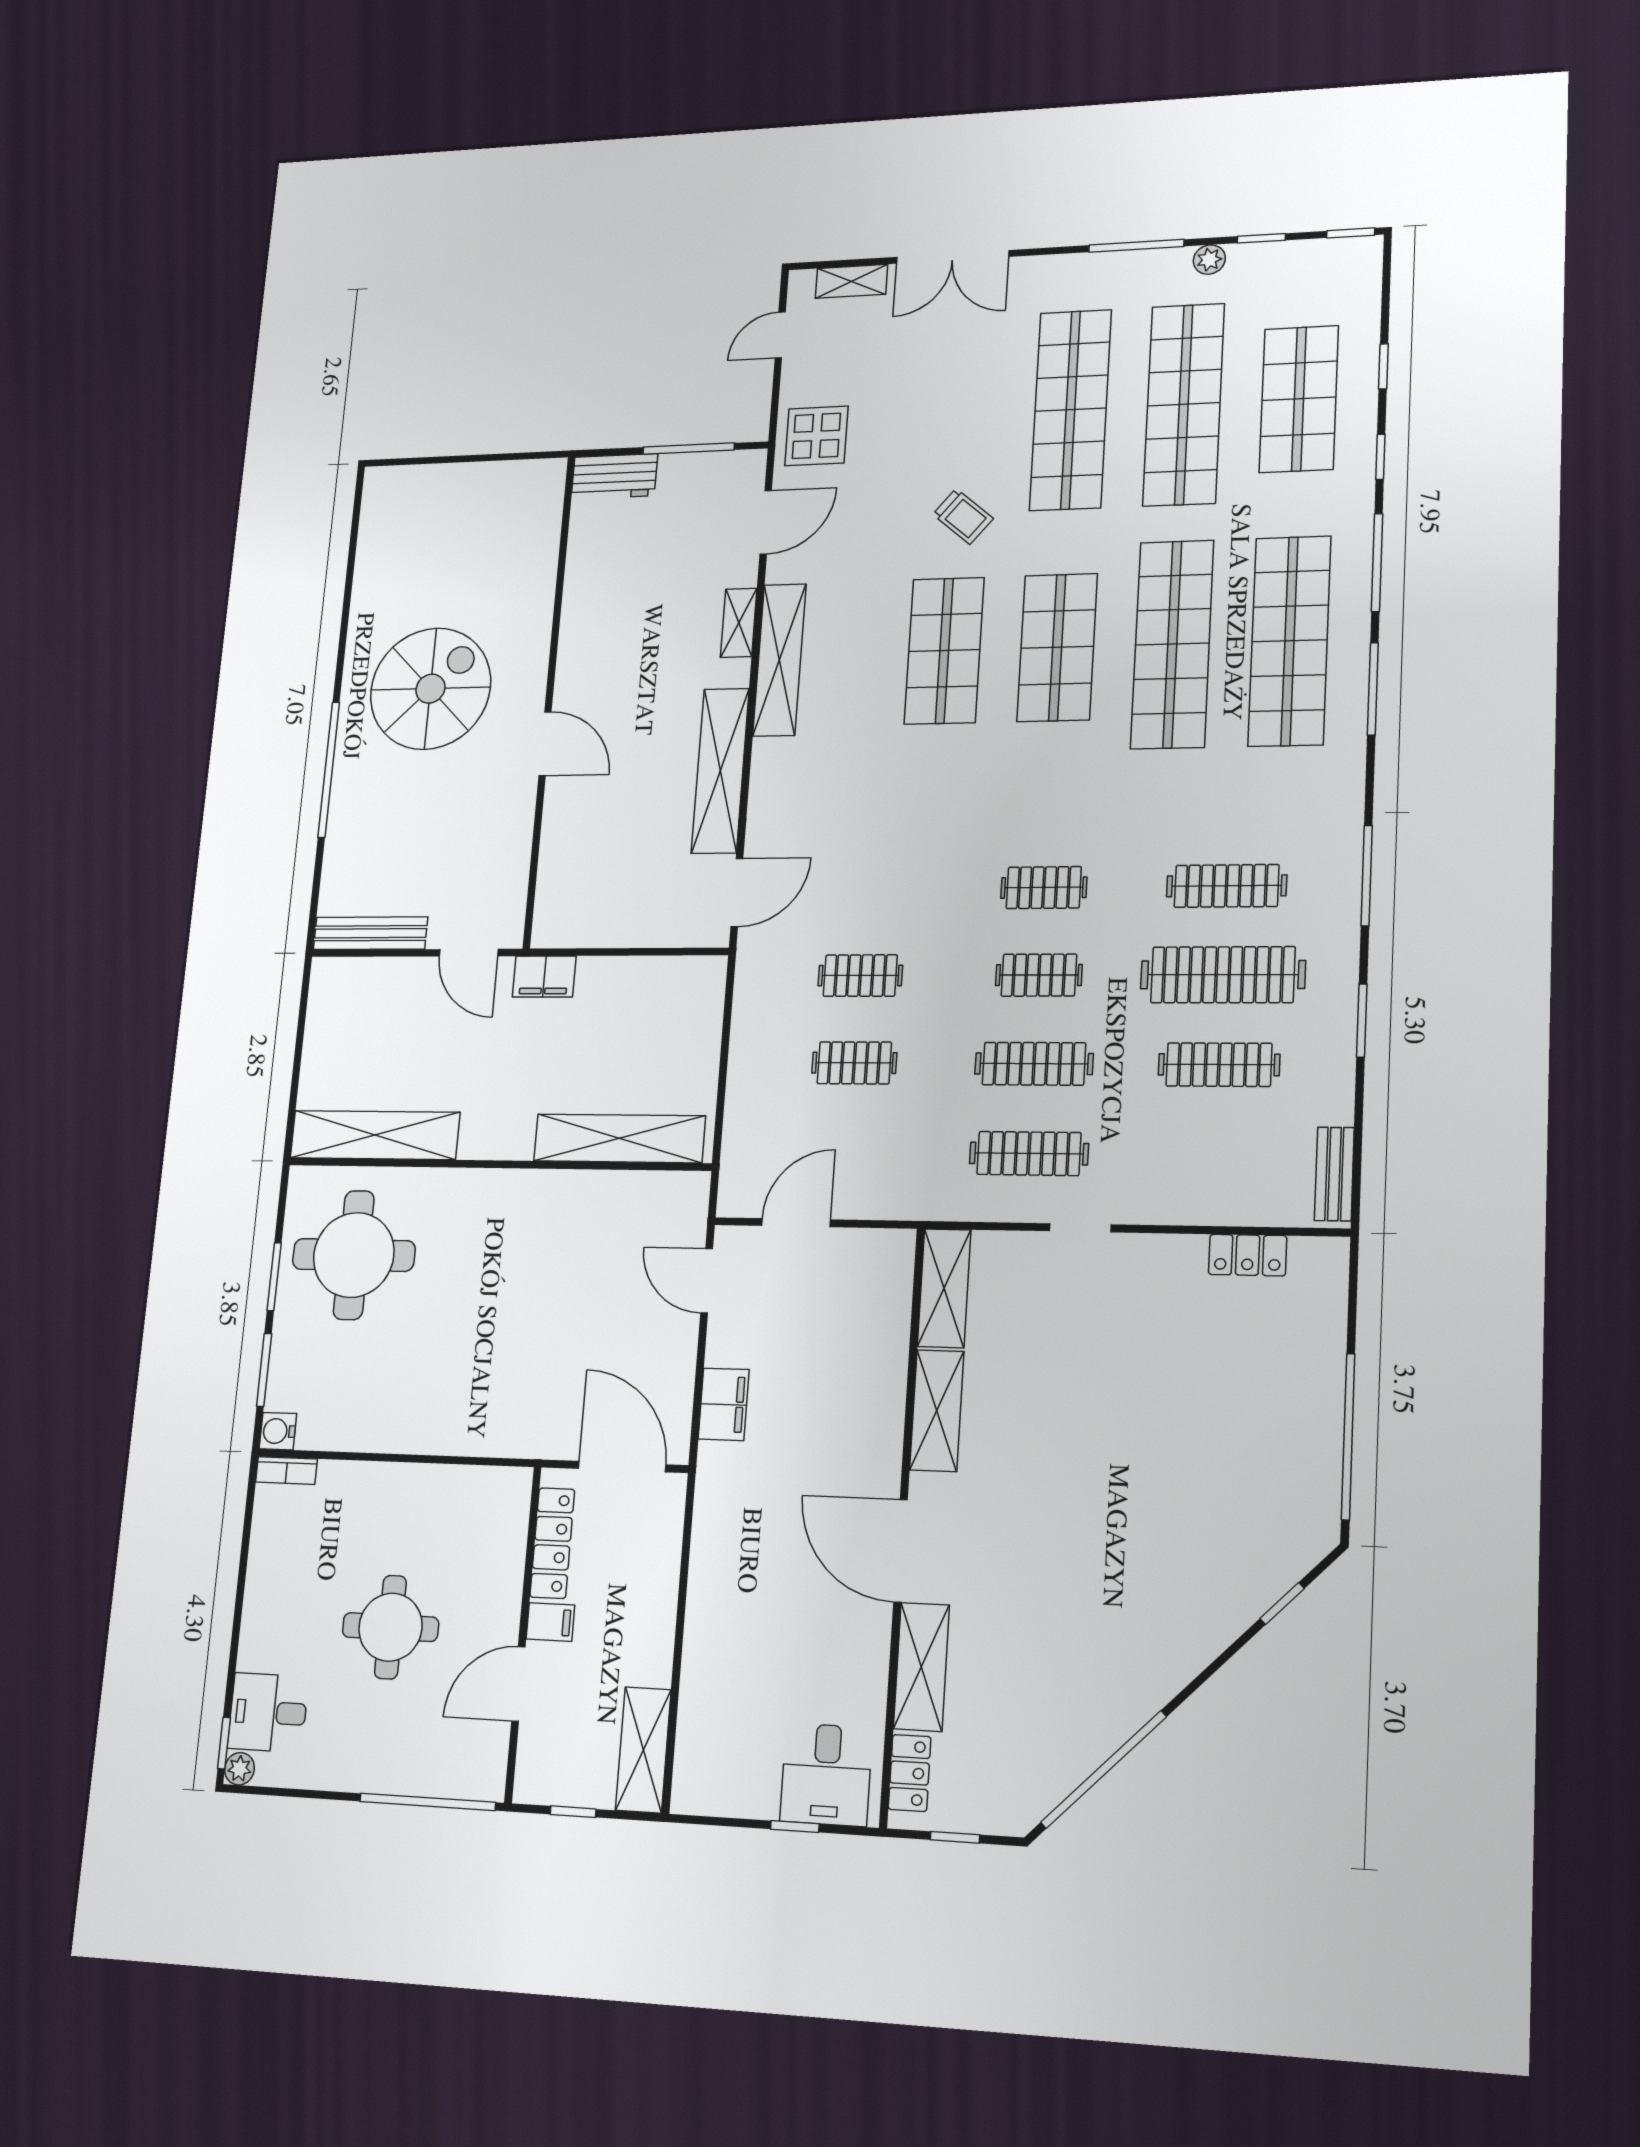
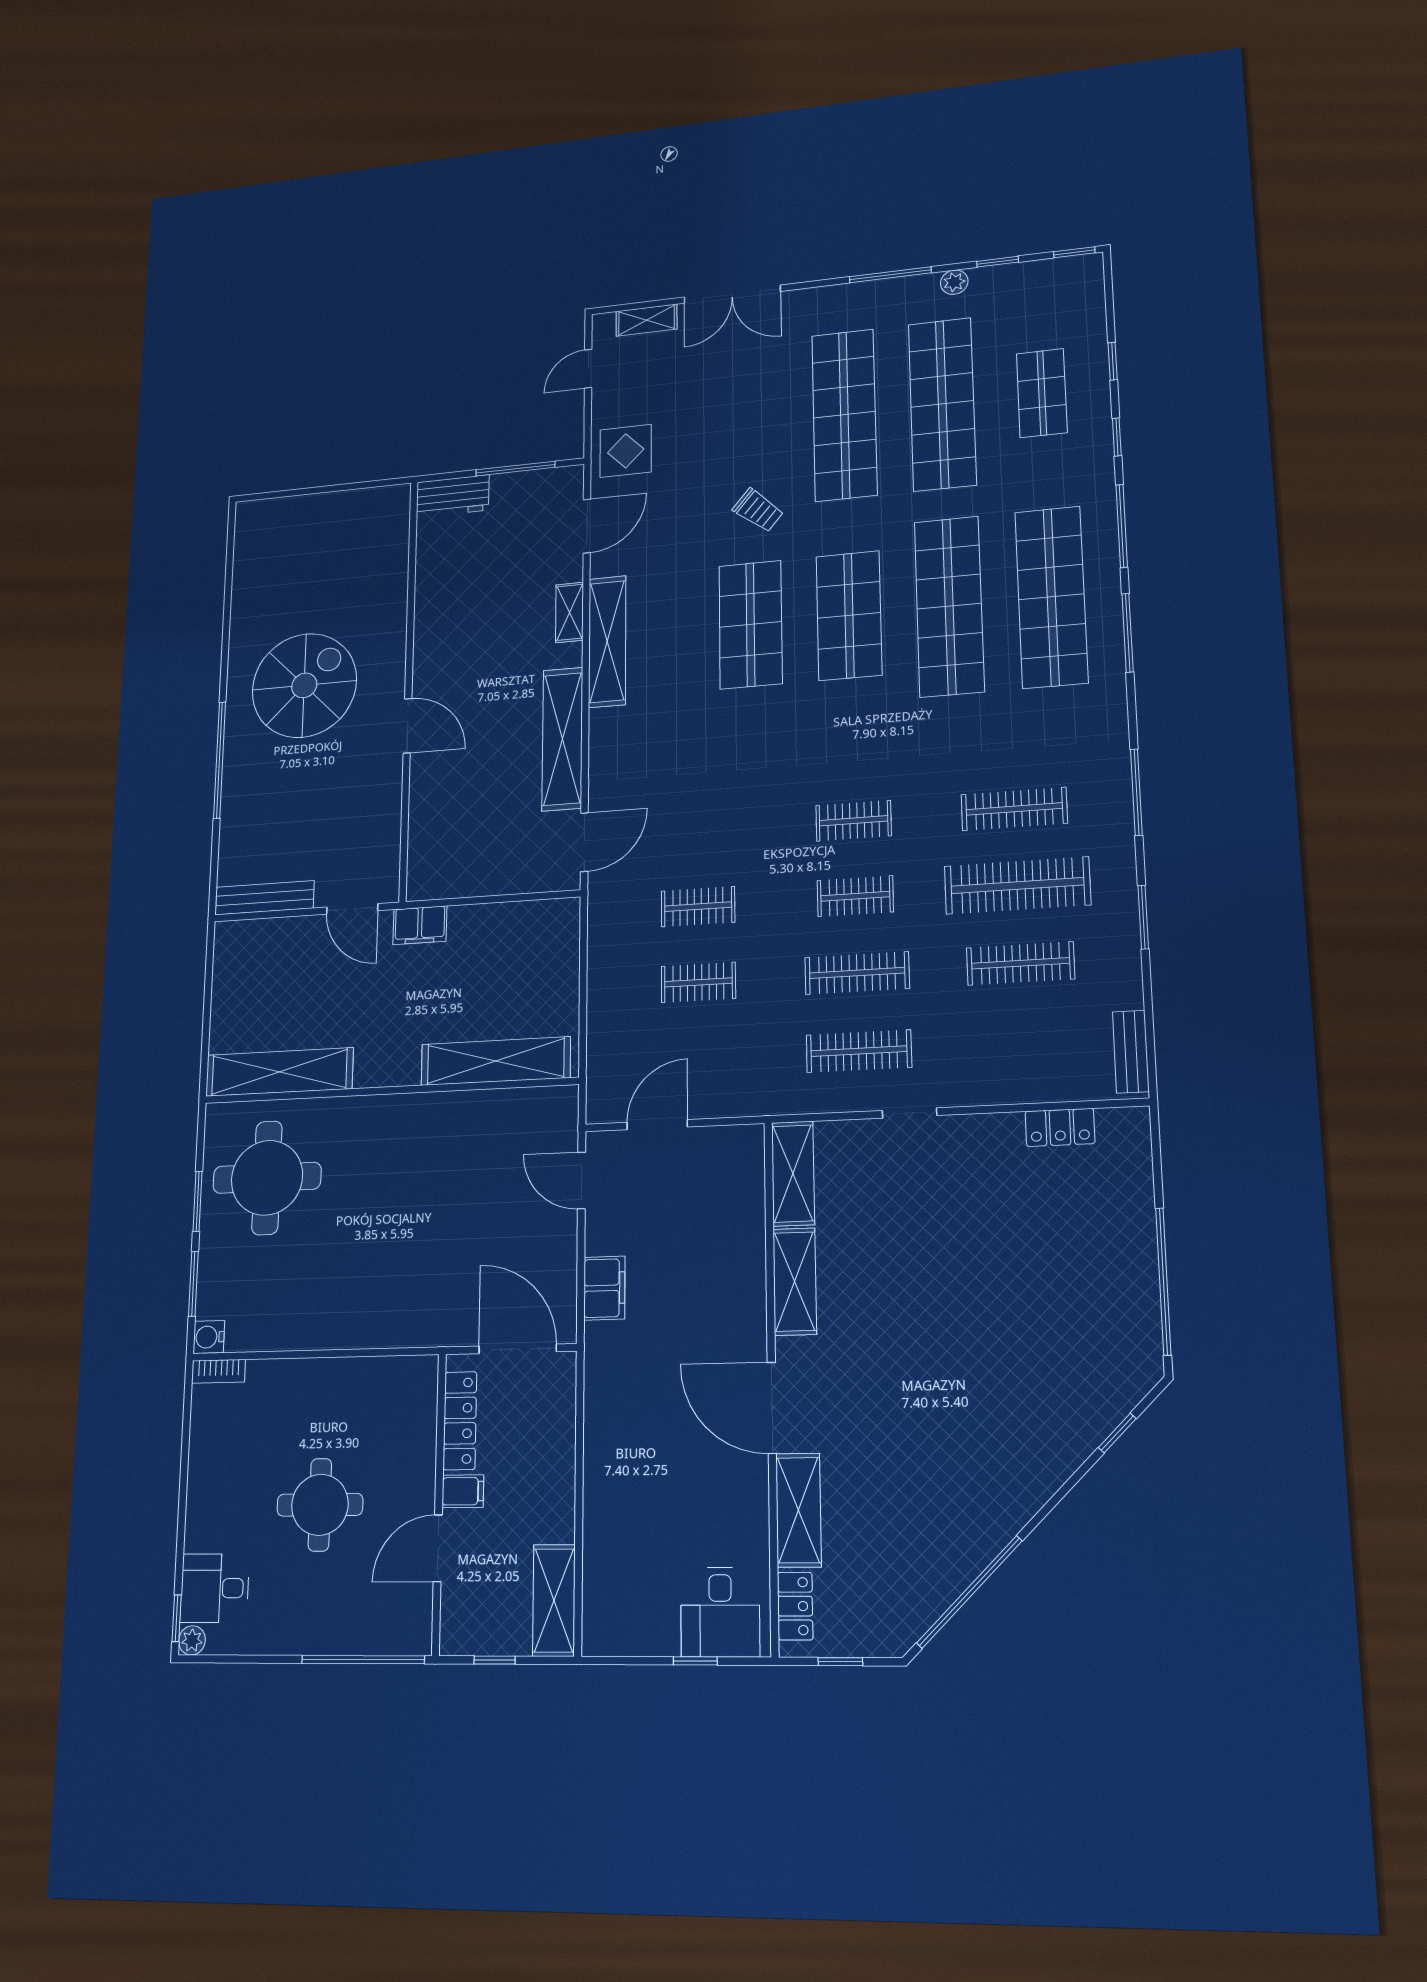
shop shelf: (1299, 399) -> (1042, 393), width x0.70, depth x0.74

